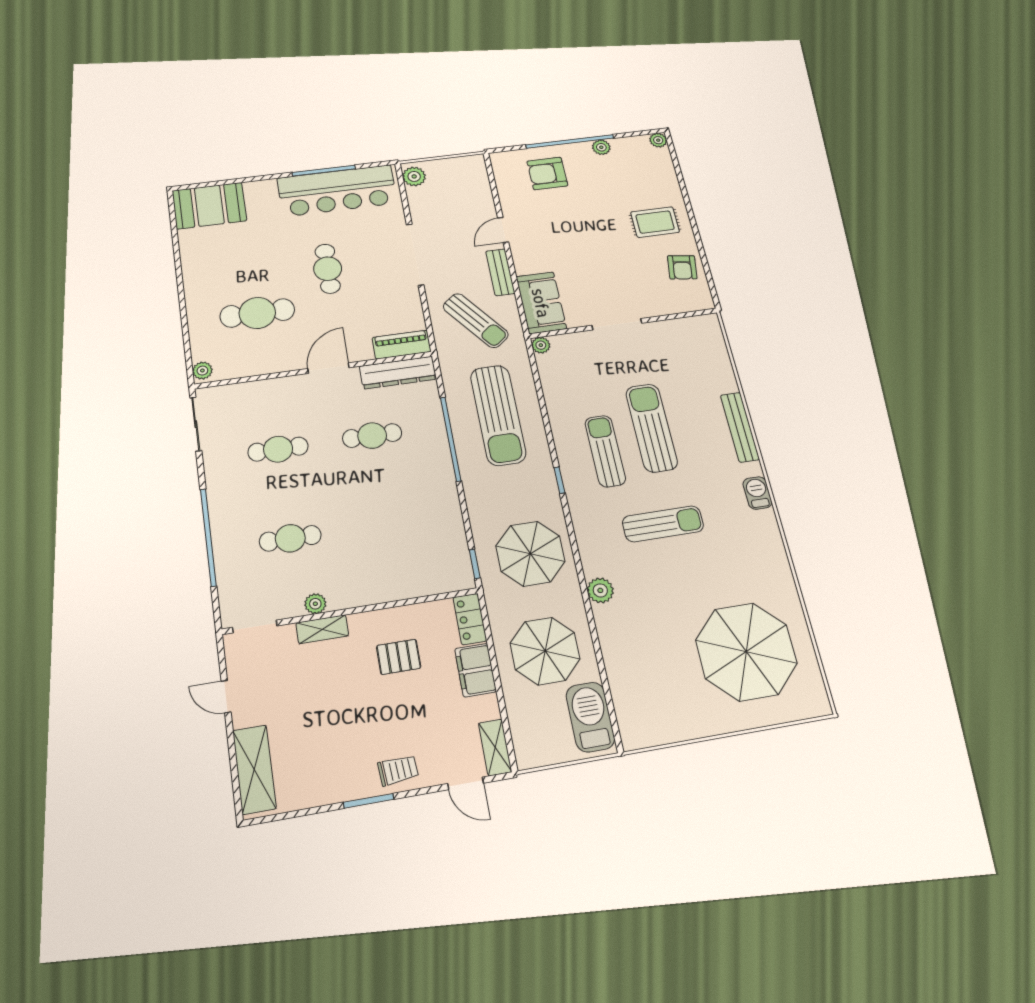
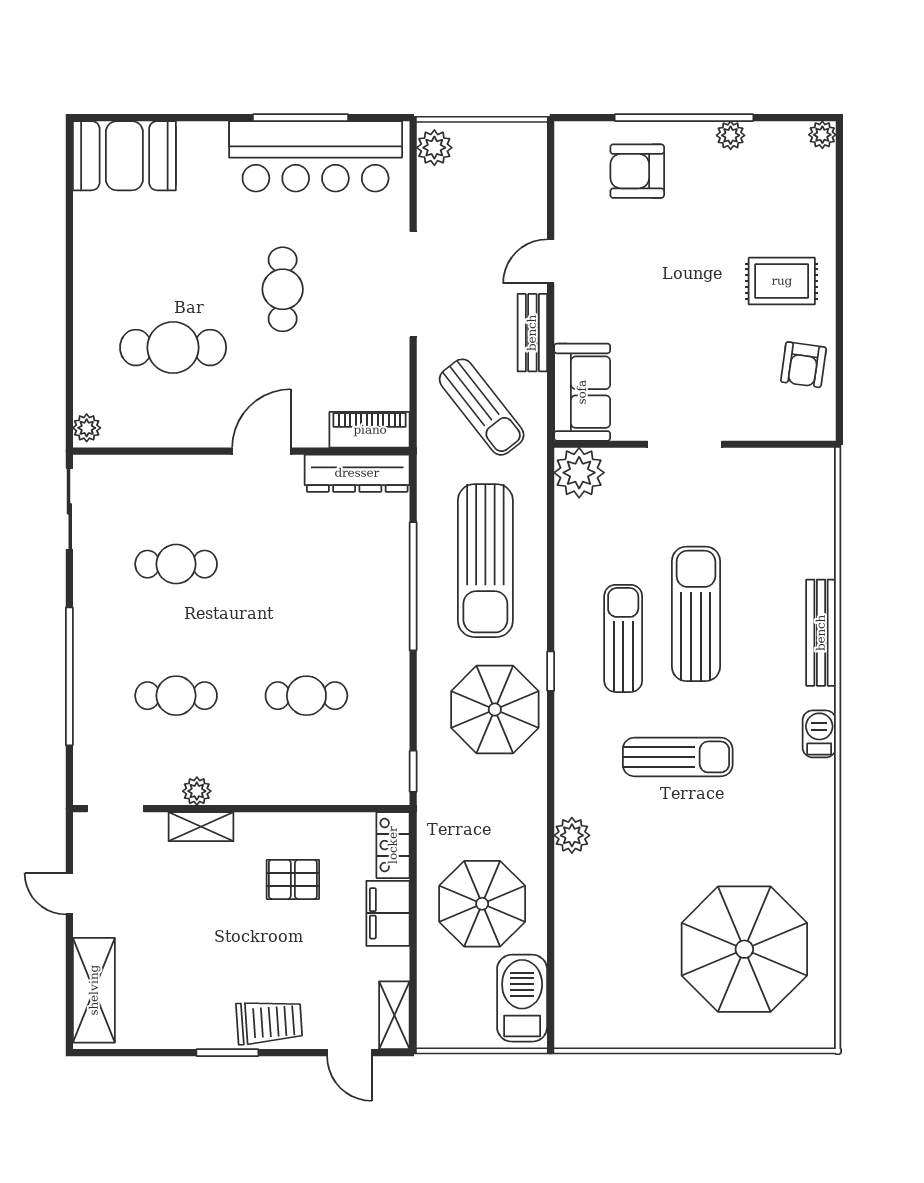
plant: (541, 345) -> (579, 473), width x1.87, depth x1.87
cafe table: (372, 436) -> (306, 696), moved
parasol: (530, 554) -> (495, 710), moved
trolley: (398, 770) -> (269, 1022), width x1.36, depth x1.39

